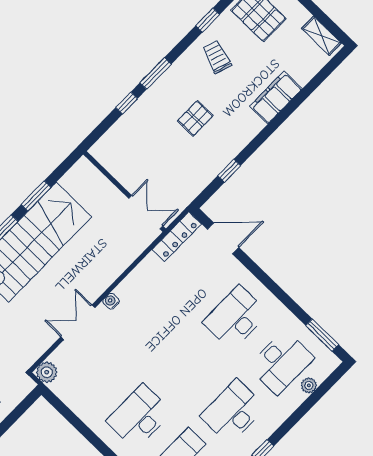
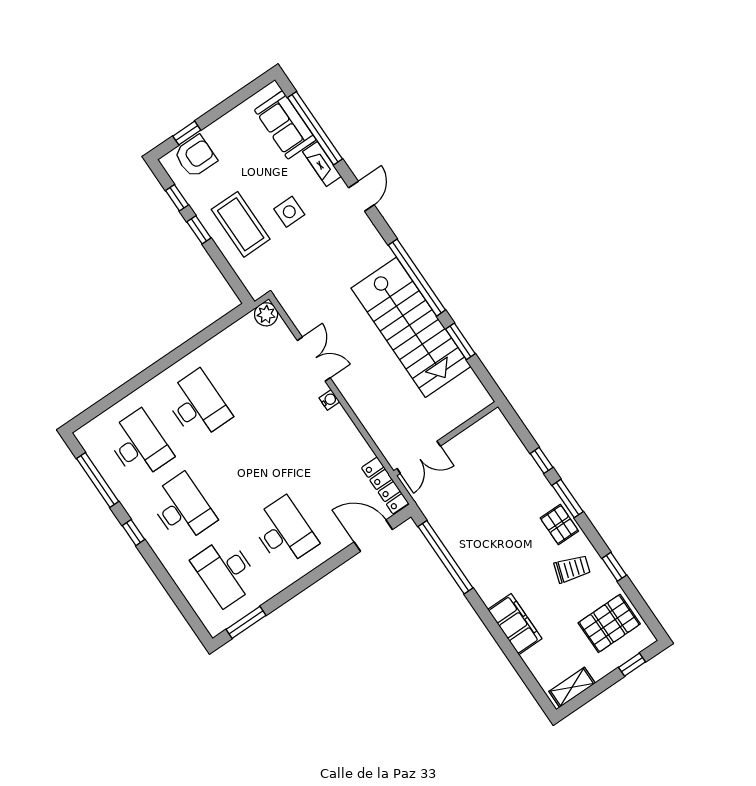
pallet: (195, 118) -> (559, 525), moved
window: (229, 171) -> (446, 557), width x3.17
door: (223, 238) -> (373, 536), swing flipped
plant: (309, 385) -> (194, 597), removed

